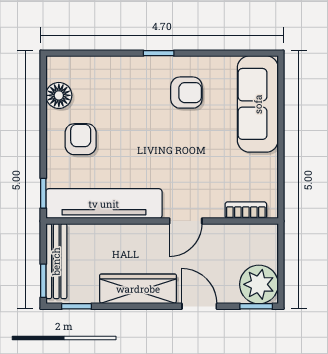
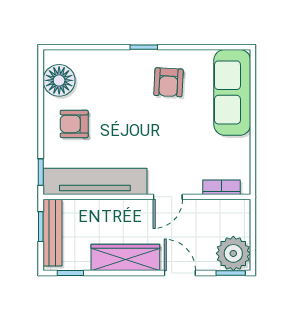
armchair: (186, 93) -> (169, 82), turned 93
floor lamp: (59, 95) -> (59, 80), width x1.38, depth x1.38
armchair: (81, 139) -> (74, 124), turned -90
window: (43, 281) -> (41, 227), moved

